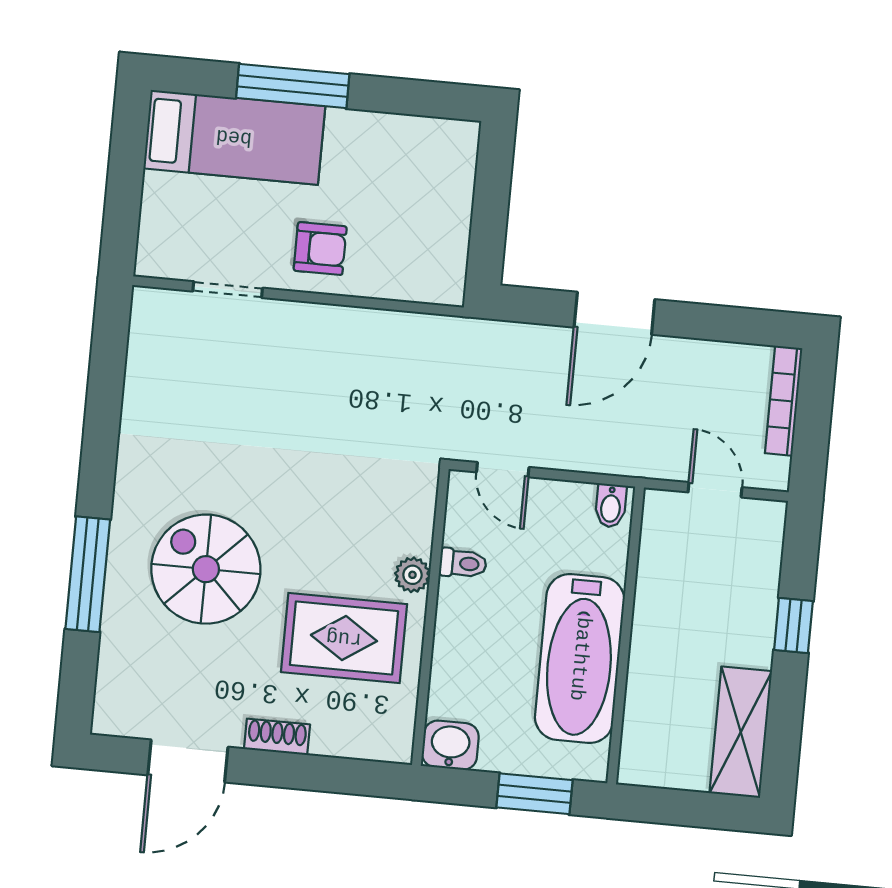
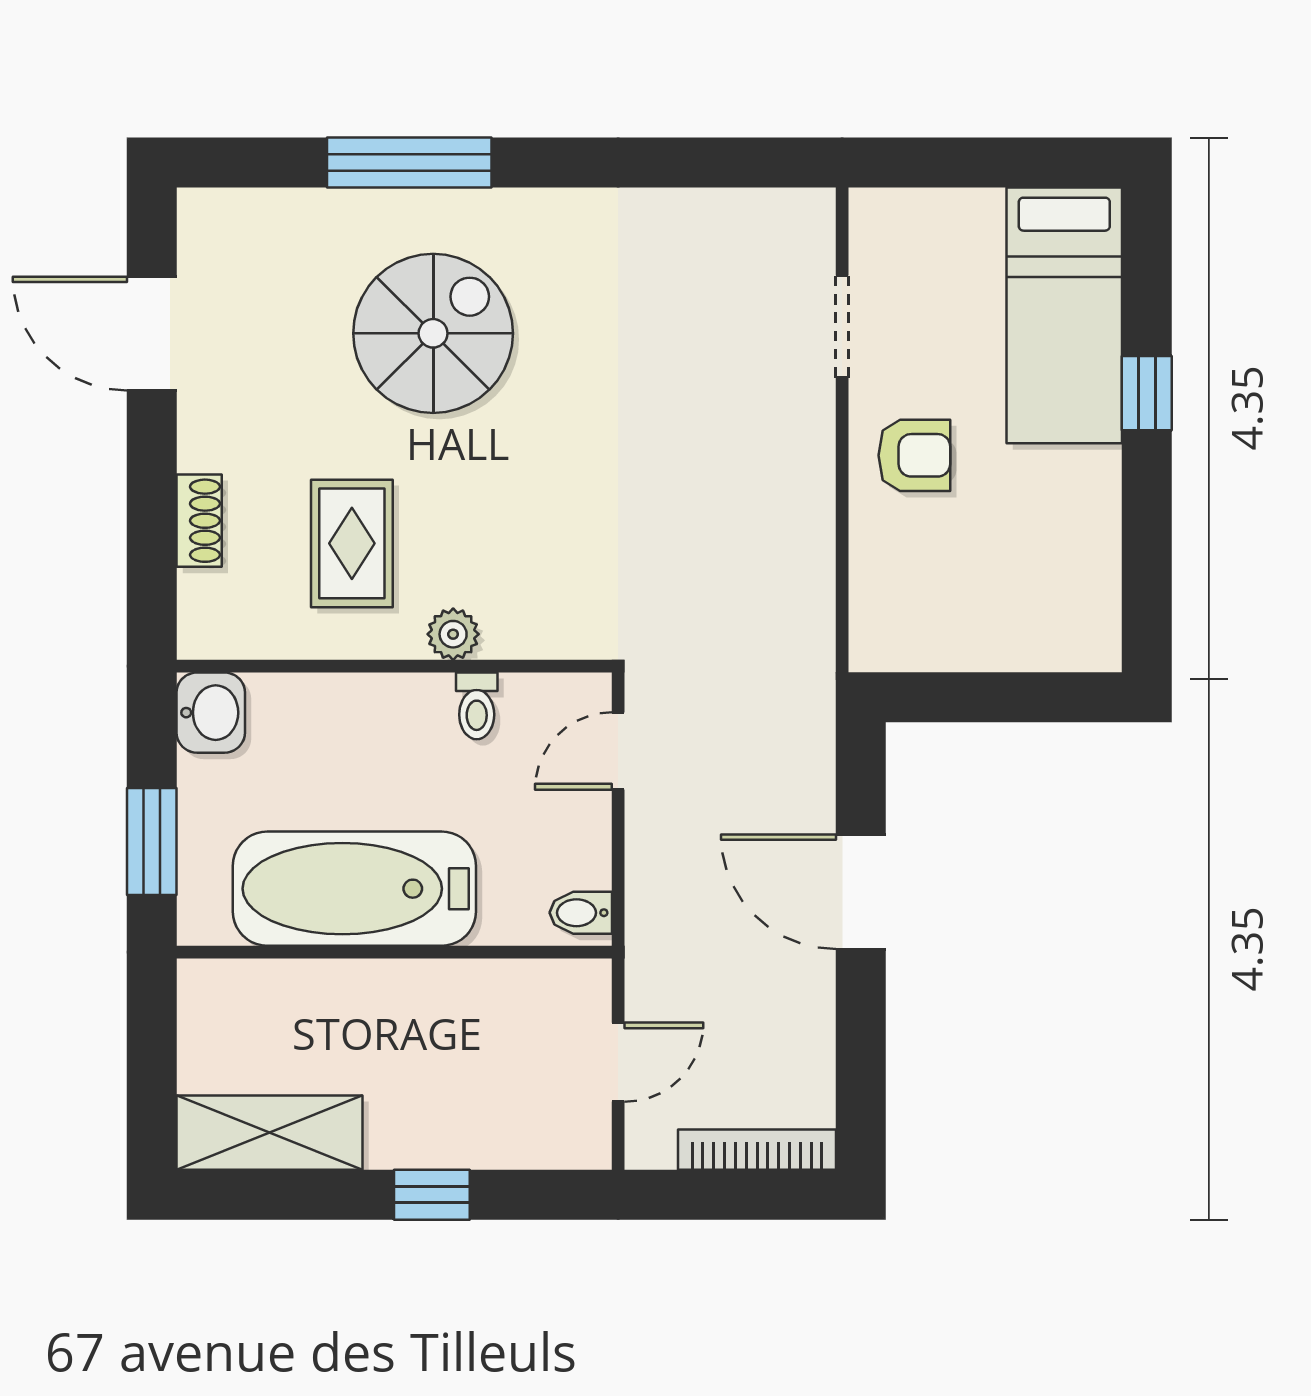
window: (293, 86) -> (1147, 393), width x0.46
armchair: (320, 249) -> (914, 455), turned -90
rug: (344, 638) -> (352, 543), width x0.73, depth x0.70
shoe rack: (277, 737) -> (199, 521), moved

